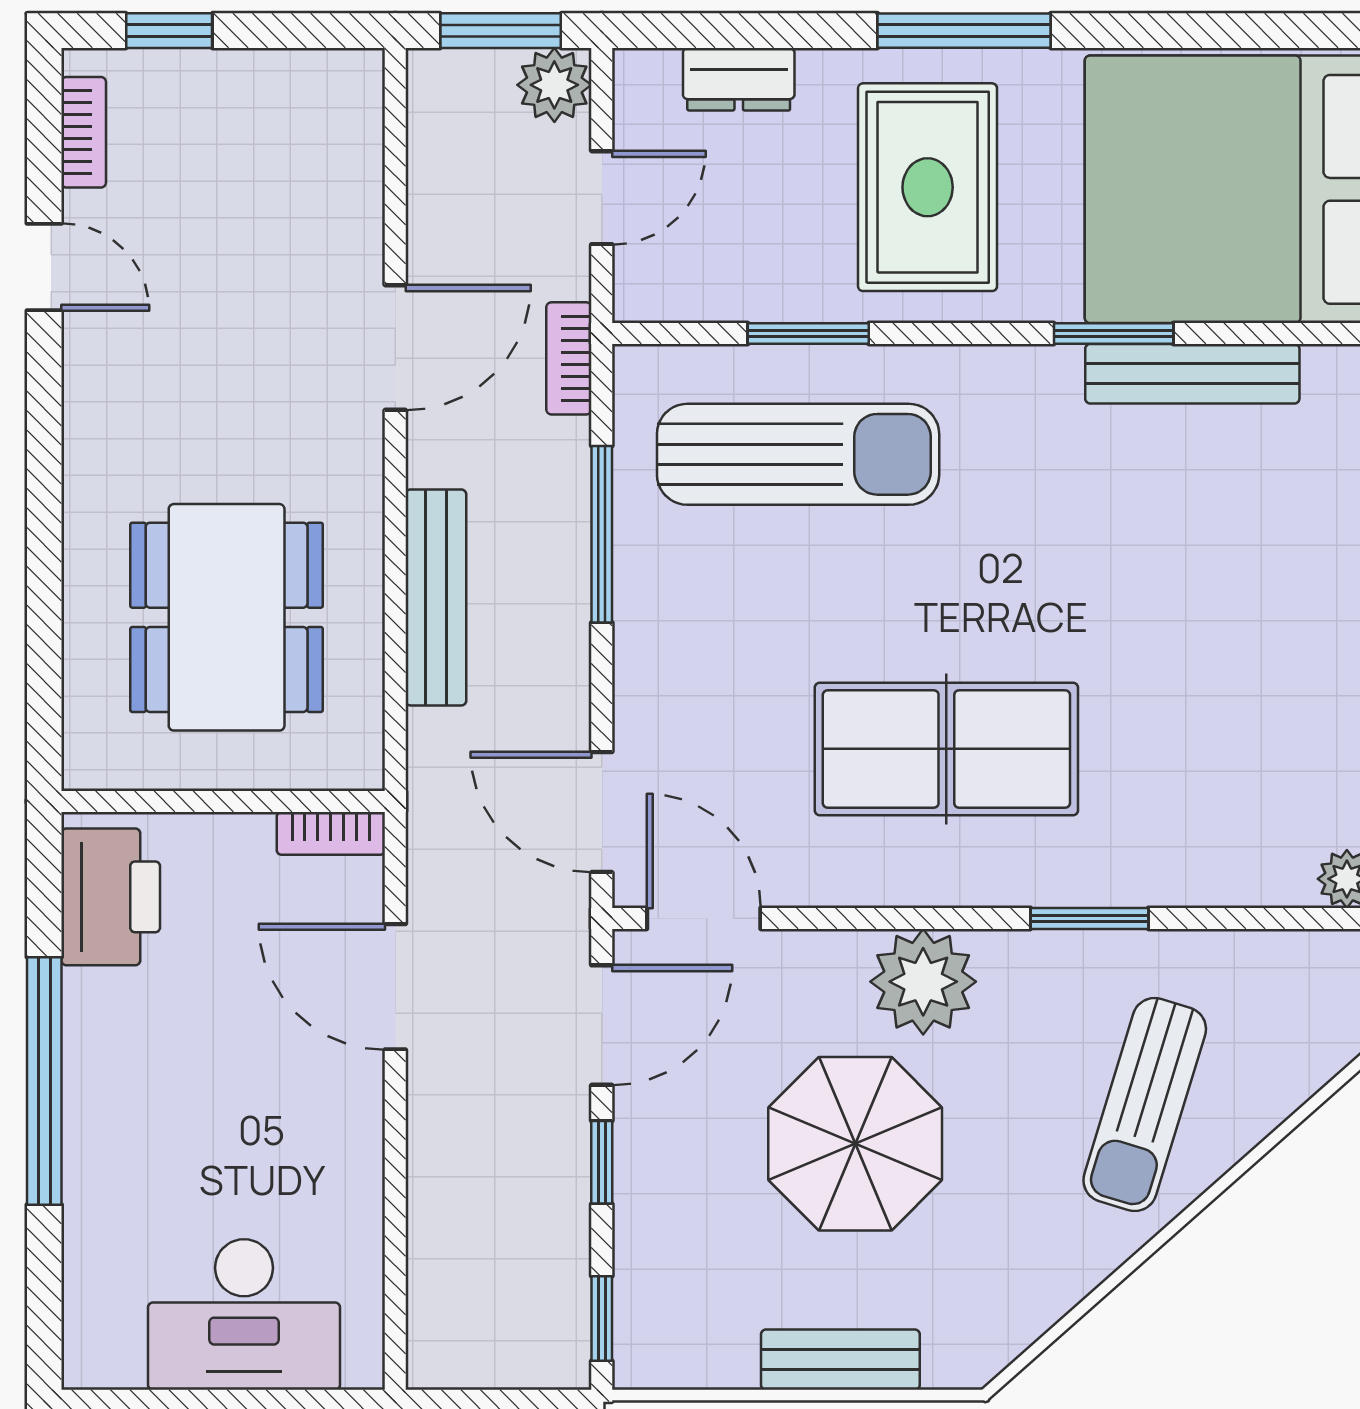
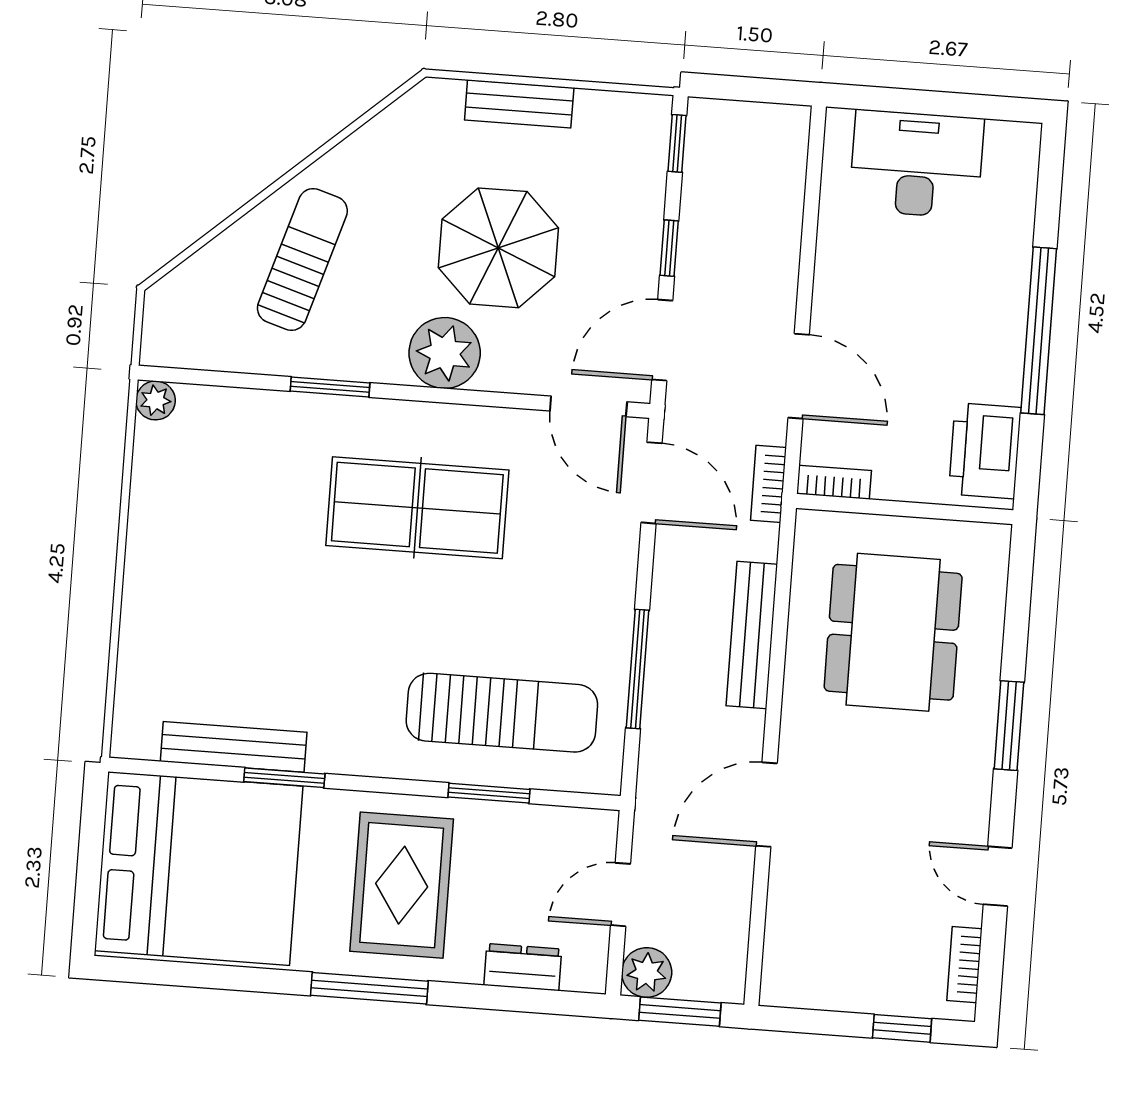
bookcase: (569, 358) -> (768, 484), moved, turned 180
sun lounger: (798, 454) -> (502, 713), turned 180
window: (44, 492) -> (1009, 726), added

